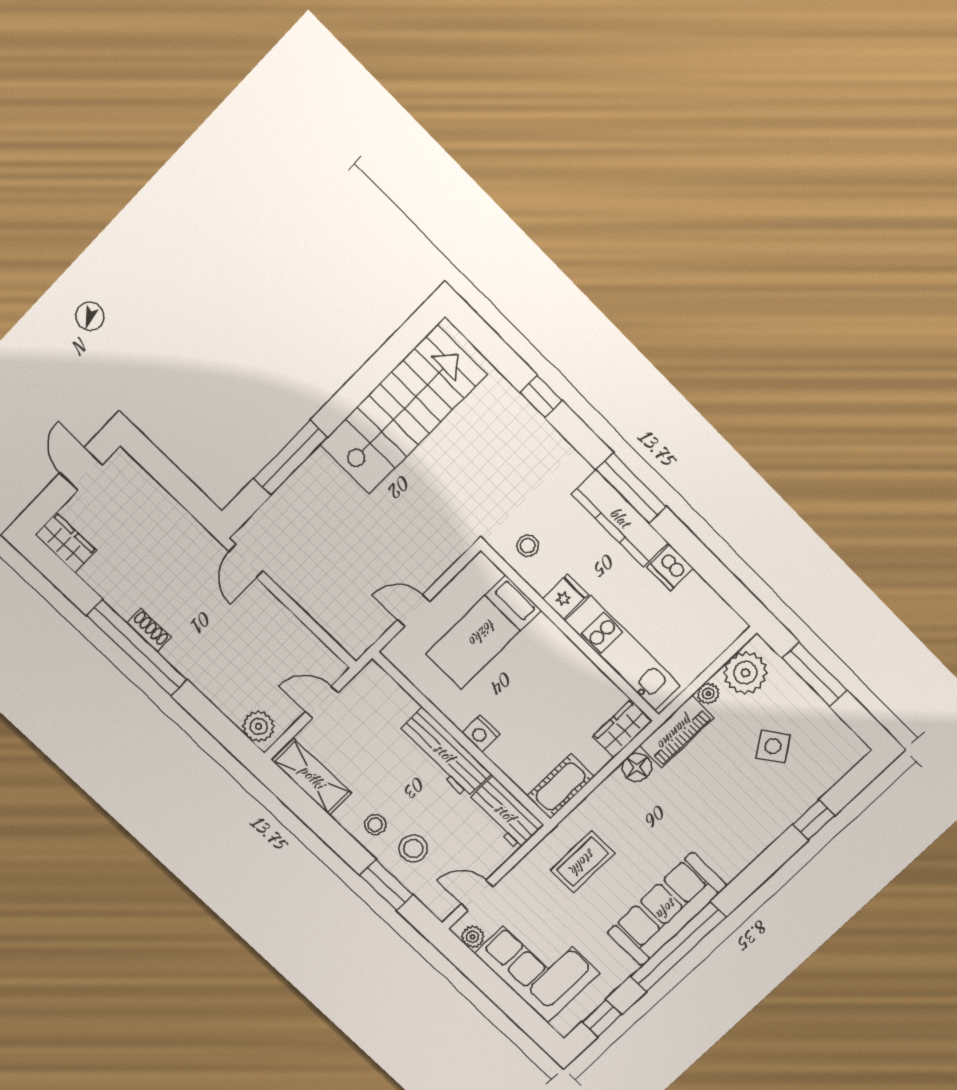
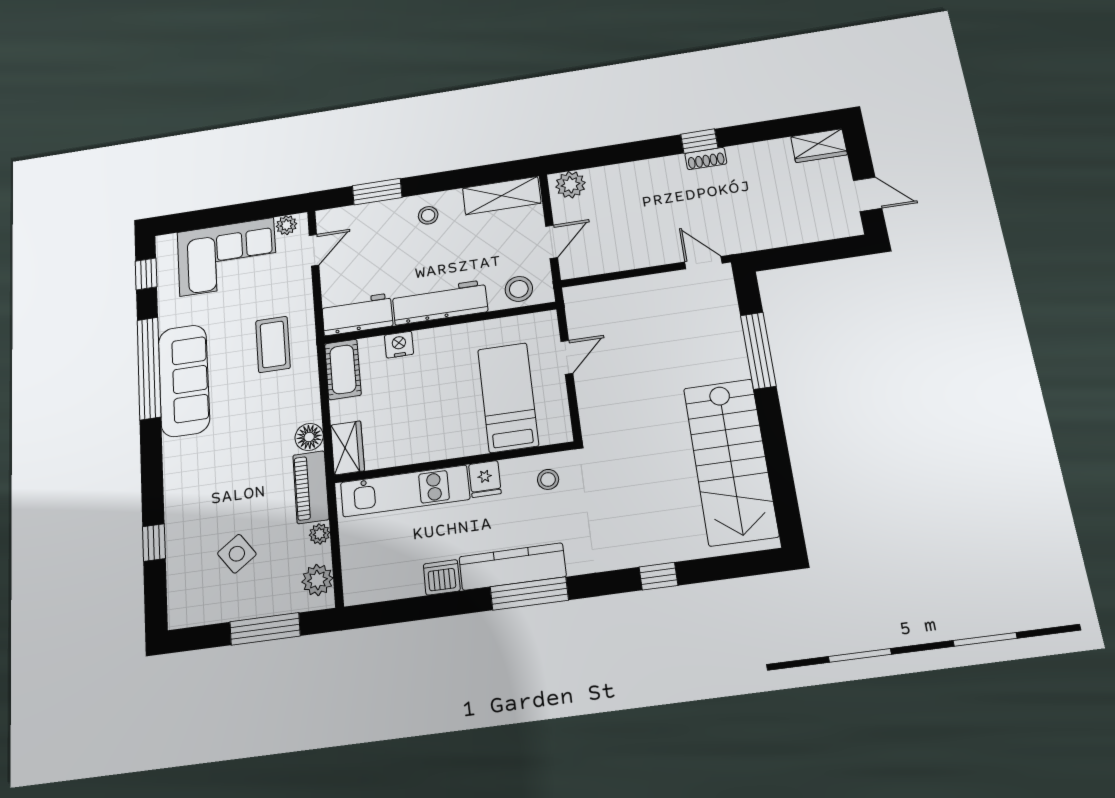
window: (137, 648) -> (699, 141), width x0.32
plant: (745, 673) -> (317, 580), width x0.73, depth x0.73
nightstand: (481, 733) -> (399, 345), moved
stool: (413, 848) -> (519, 289), moved

